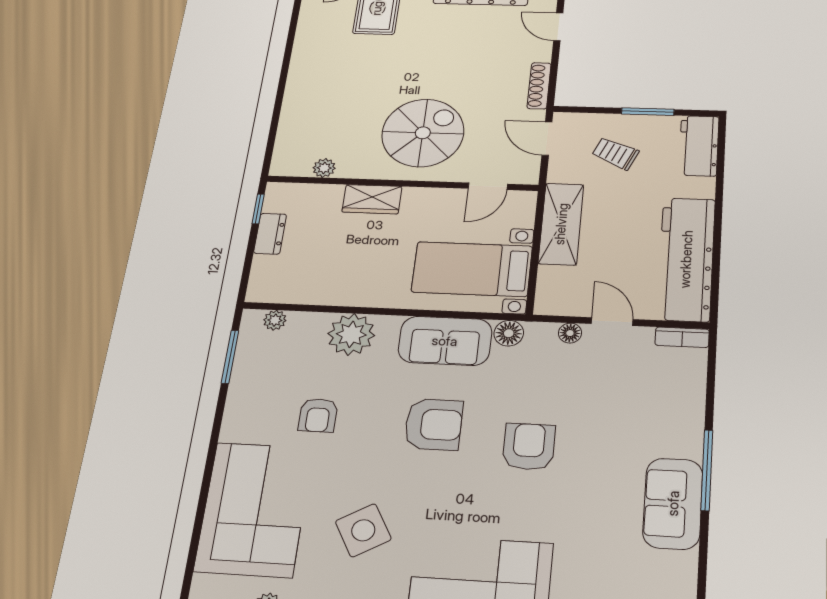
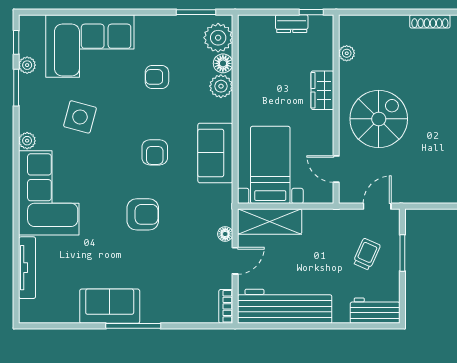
shoe rack: (539, 86) -> (430, 21), moved, turned 180
window: (648, 112) -> (402, 253), moved
spiral stairs: (423, 133) -> (379, 119), turned -90
shelving: (561, 224) -> (270, 221), moved
plant: (275, 320) -> (218, 38), width x1.87, depth x1.87
floor lamp: (509, 333) -> (223, 63), moved
plant: (351, 334) -> (221, 86), width x0.73, depth x0.73
armchair: (434, 424) -> (155, 152), width x0.72, depth x0.72
side table: (363, 530) -> (80, 117), turned 45

